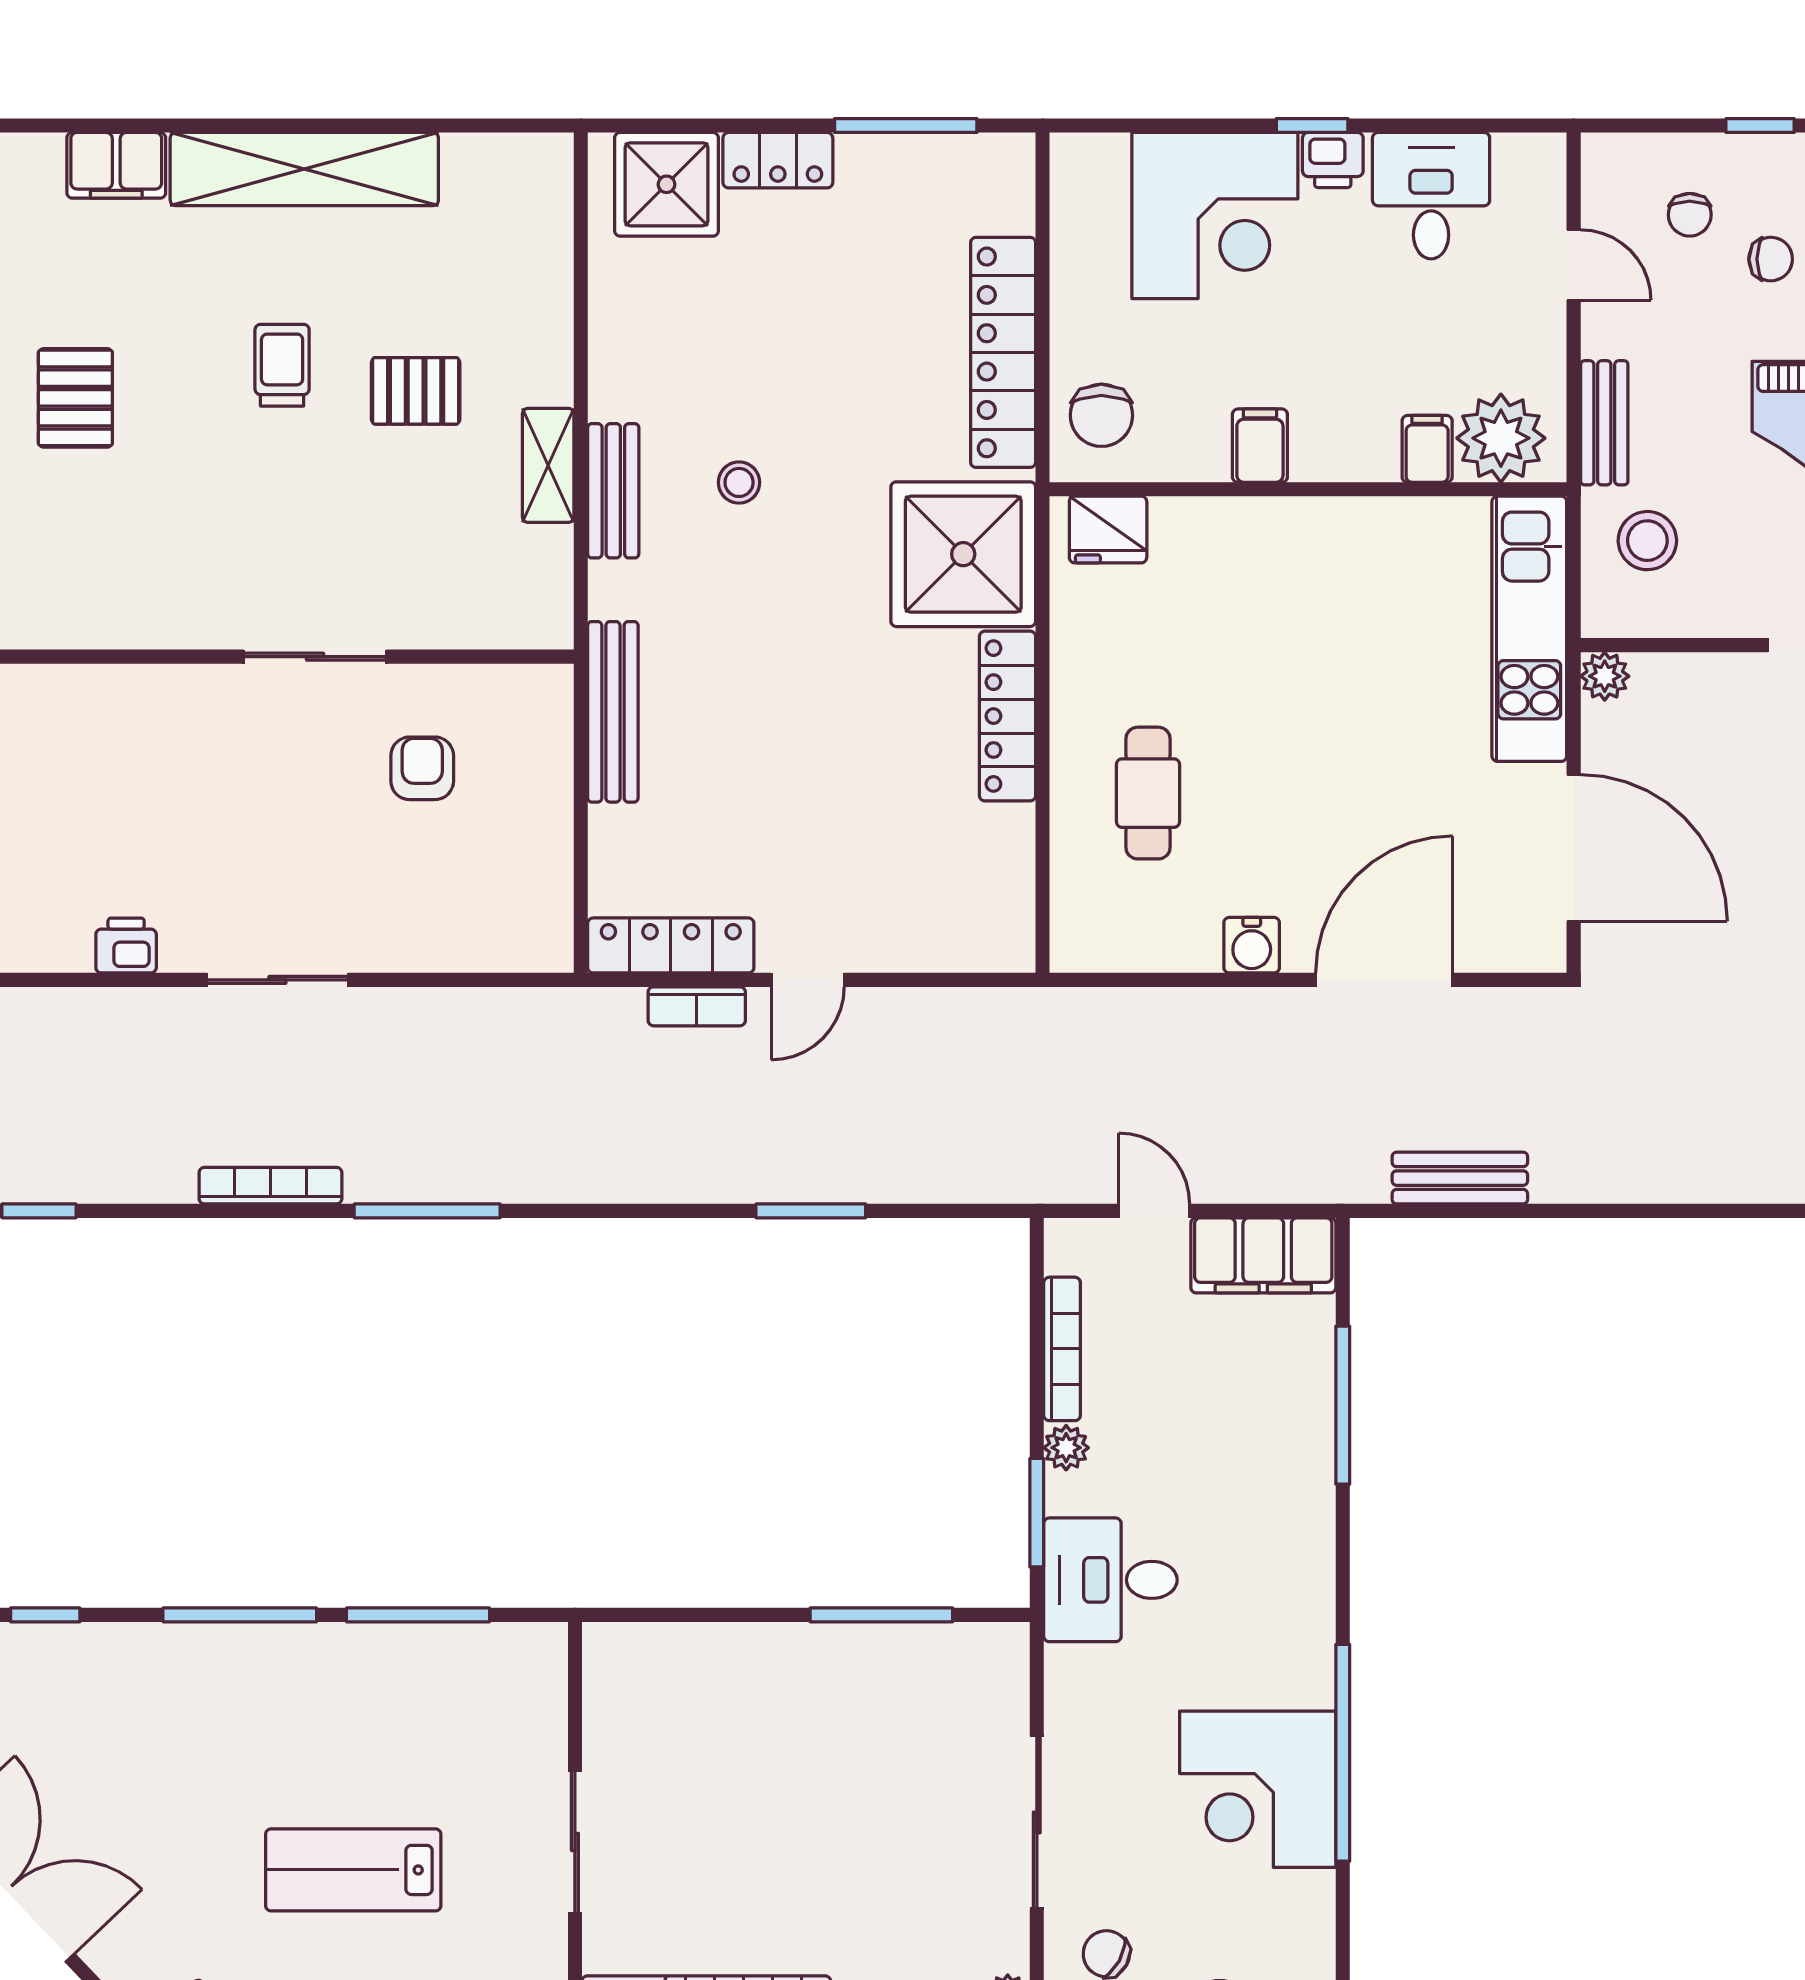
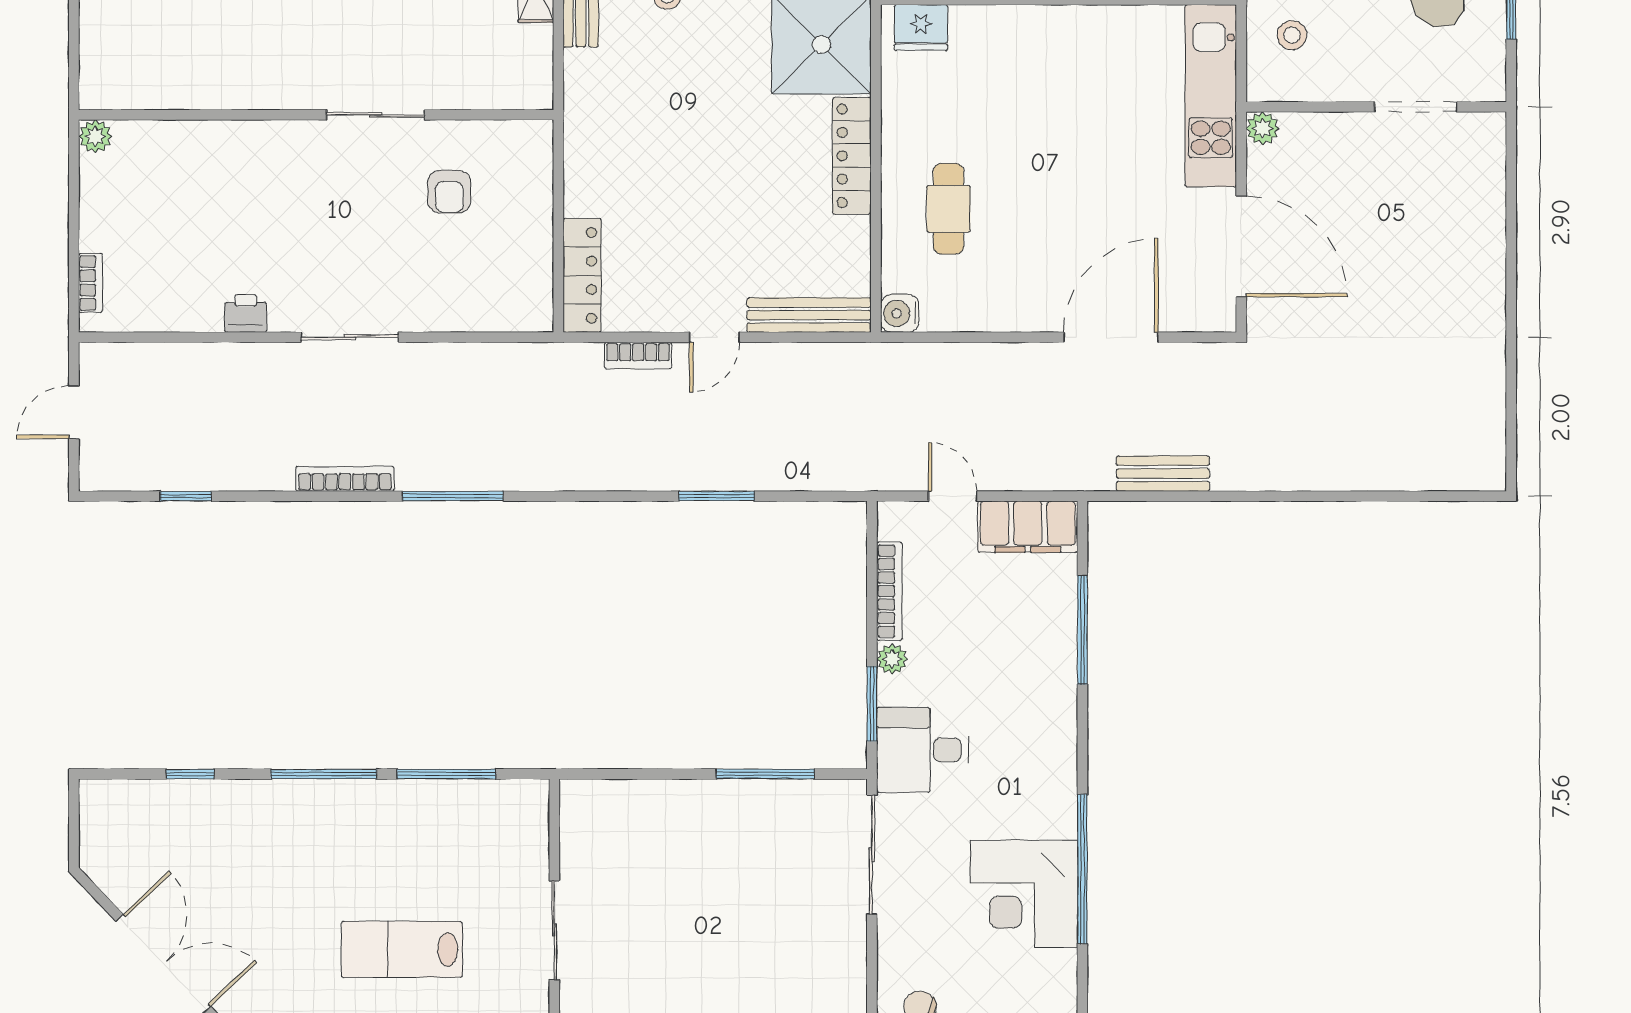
stool: (1647, 541) -> (1292, 35), width x0.73, depth x0.73
bench: (613, 712) -> (809, 315), moved, turned 90
armchair: (422, 768) -> (449, 192), turned 180
locker: (671, 945) -> (582, 275), moved, turned 90
water cooler: (1252, 945) -> (900, 313), moved, turned 90
sliding door: (1037, 1822) -> (872, 855), moved

